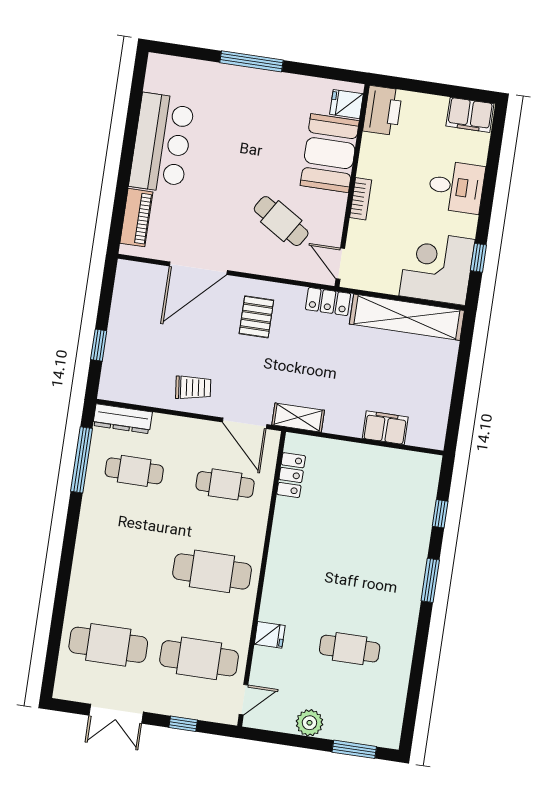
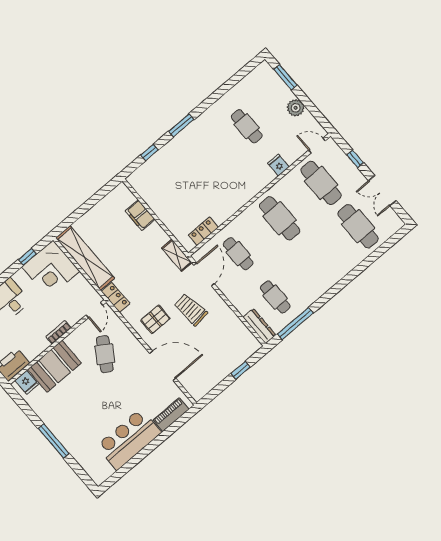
trolley: (193, 388) -> (191, 309), moved, width x1.36, depth x1.39
double door: (116, 714) -> (382, 191), swing flipped

